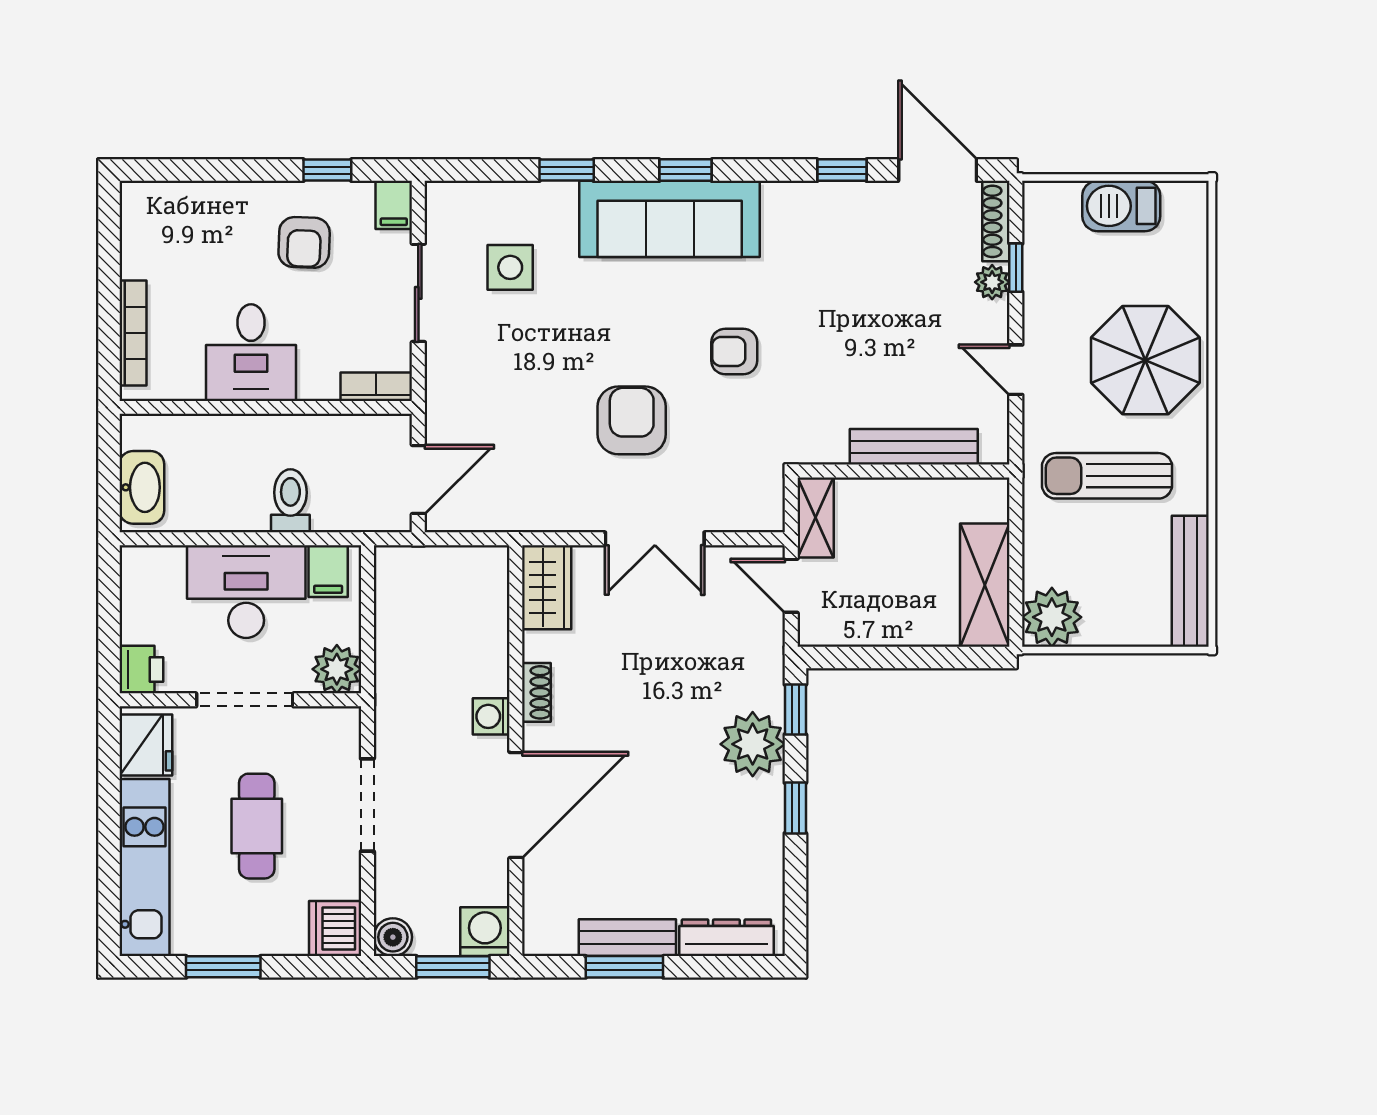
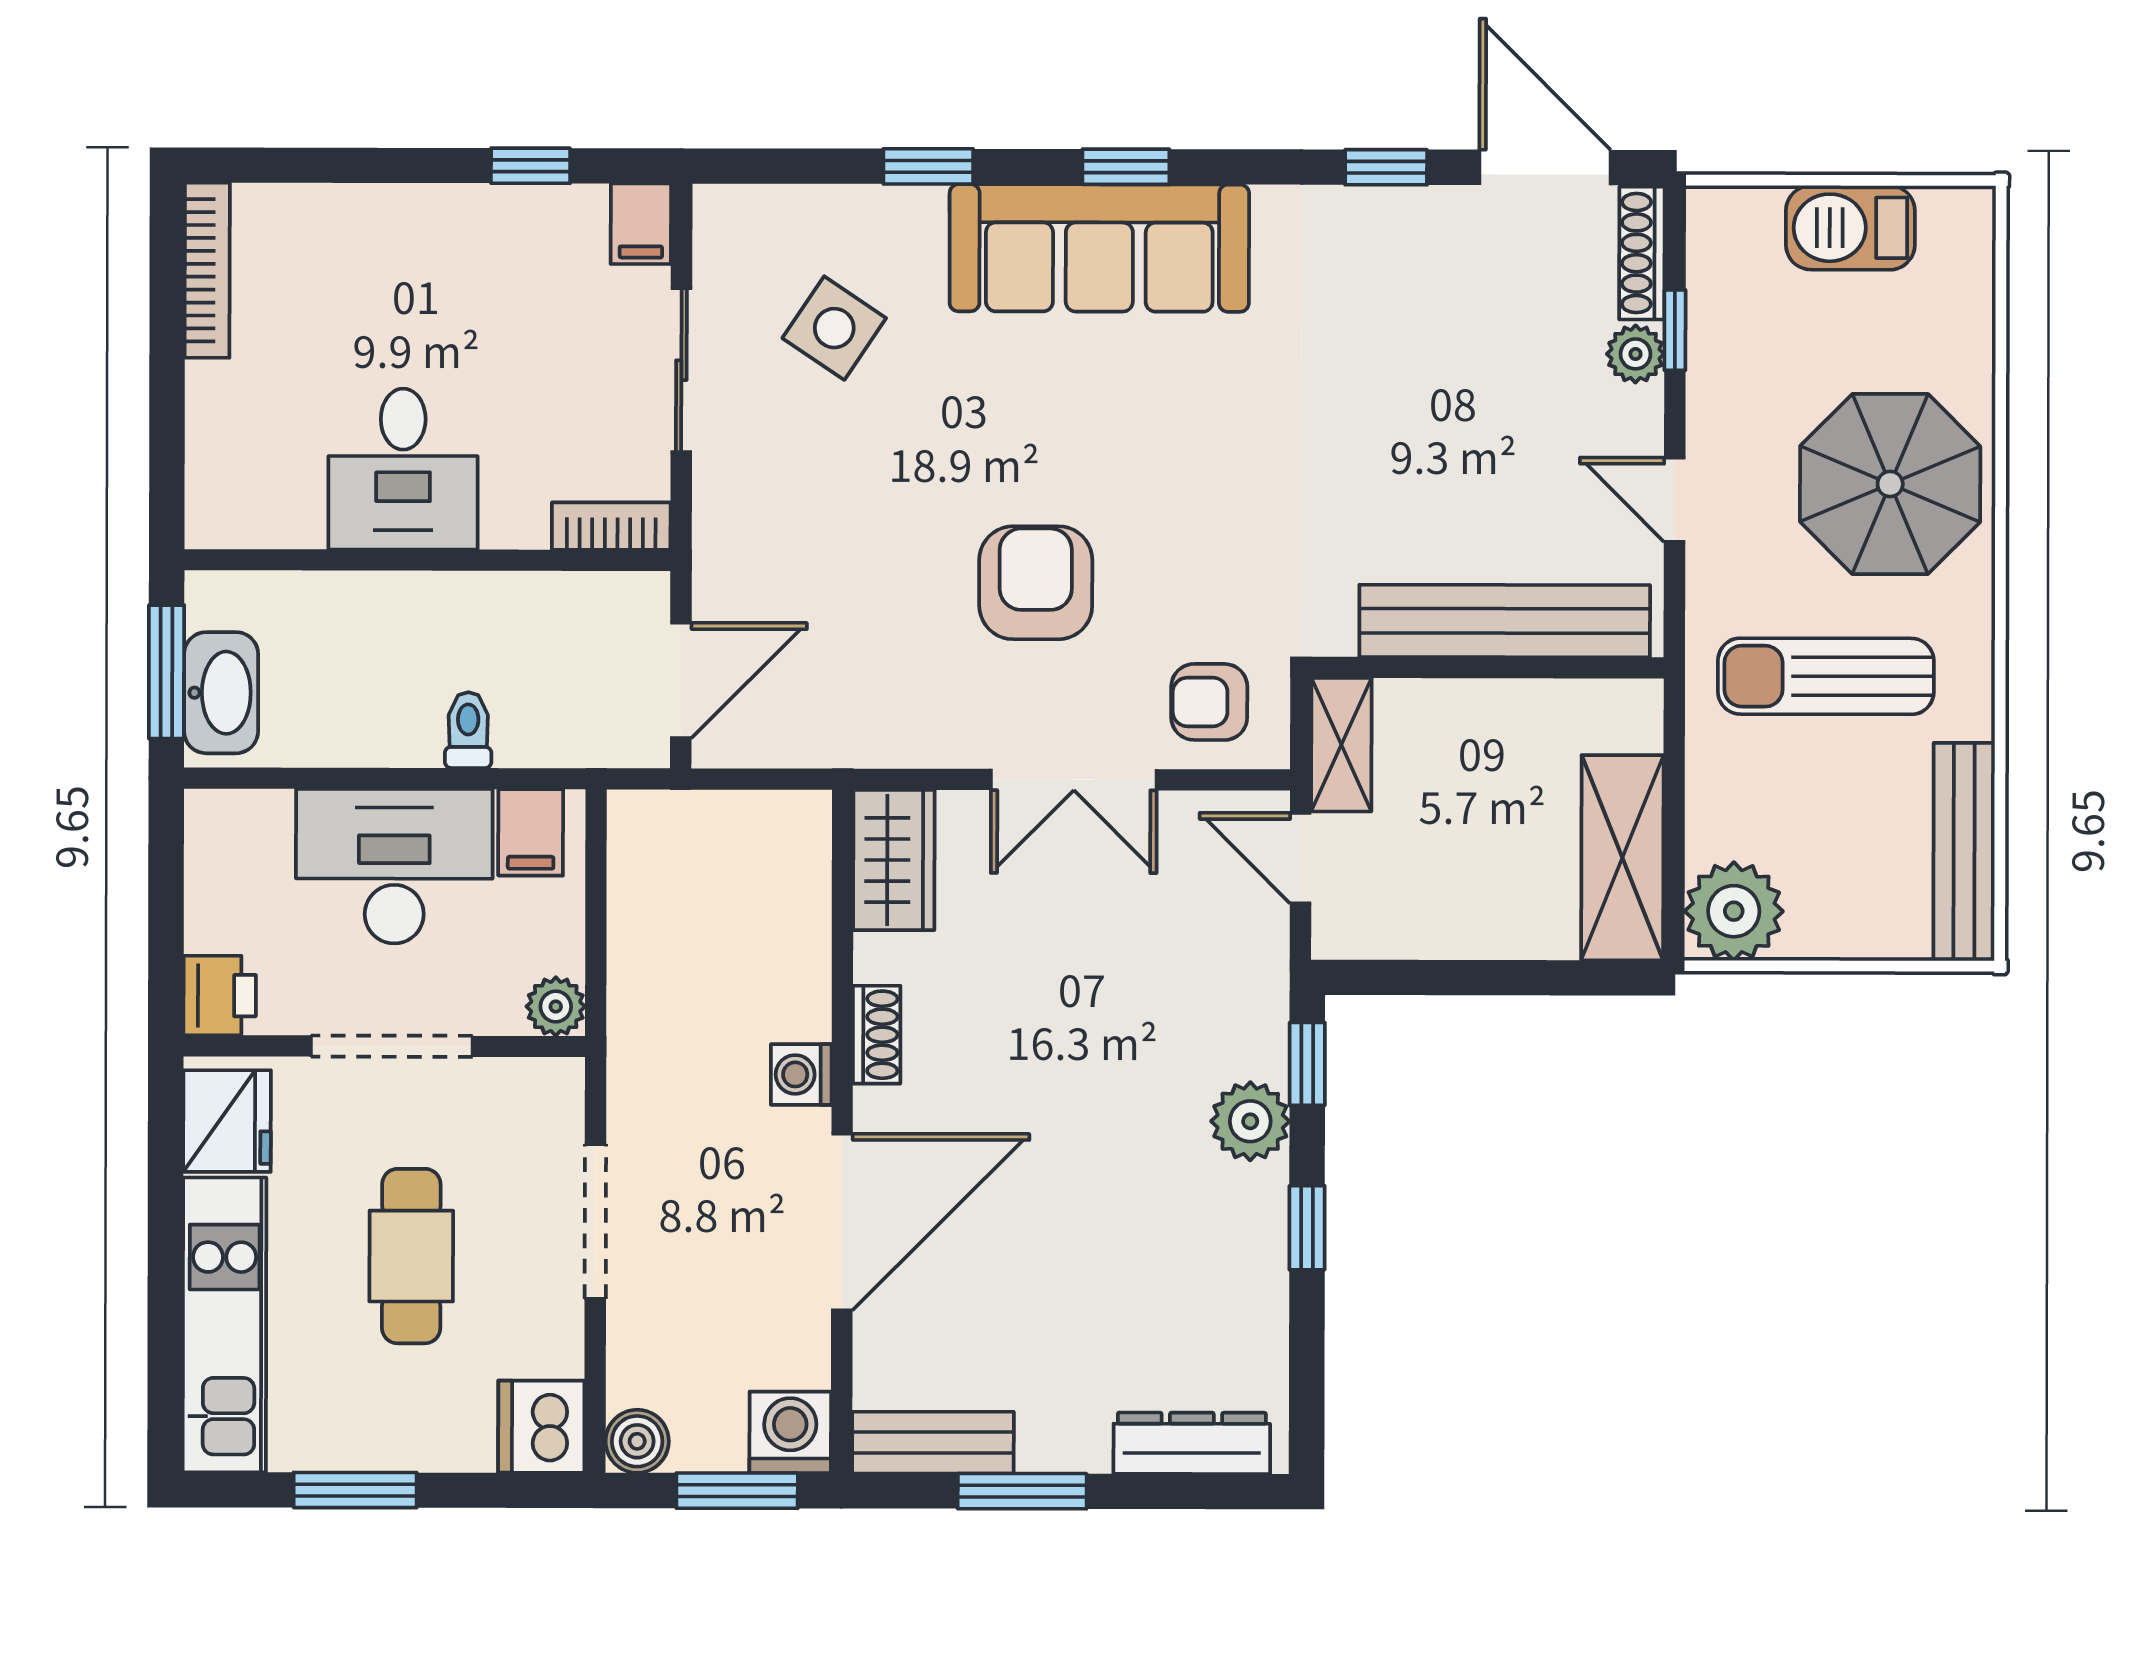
armchair: (304, 242) -> (492, 286), removed
side table: (510, 267) -> (834, 328), turned 34
bookcase: (133, 333) -> (207, 270), moved
armchair: (734, 351) -> (1209, 702), moved
bench: (914, 447) -> (1505, 621), width x1.37, depth x1.21
window: (109, 475) -> (166, 672), added
toilet: (290, 501) -> (468, 730), width x0.73, depth x0.72
plant: (337, 669) -> (556, 1007), width x0.73, depth x0.73
plant: (753, 744) -> (1250, 1121), width x0.73, depth x0.73
bench: (627, 938) -> (933, 1443), moved

